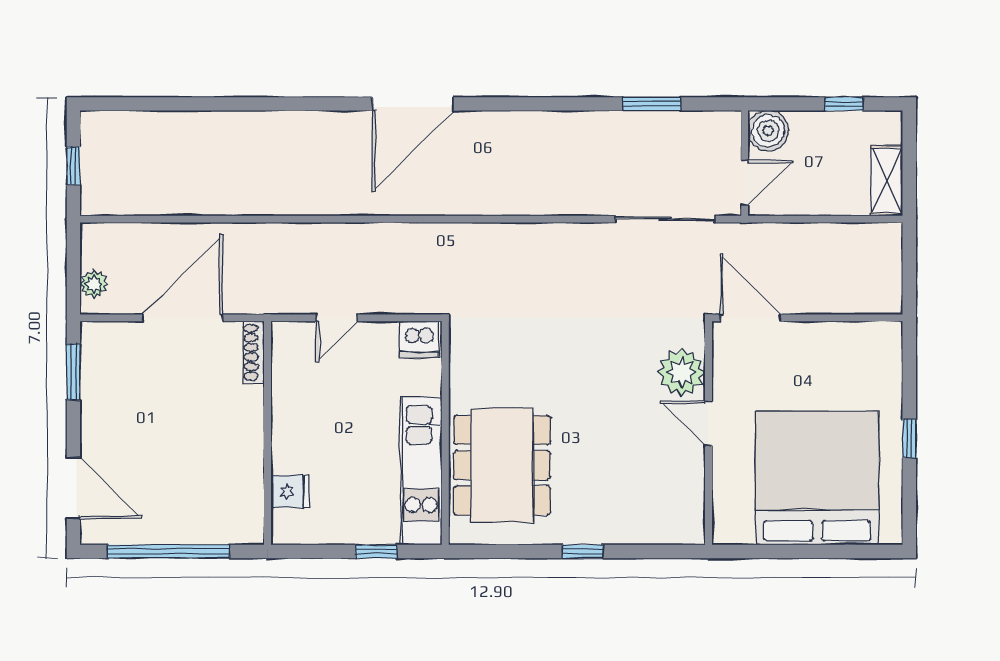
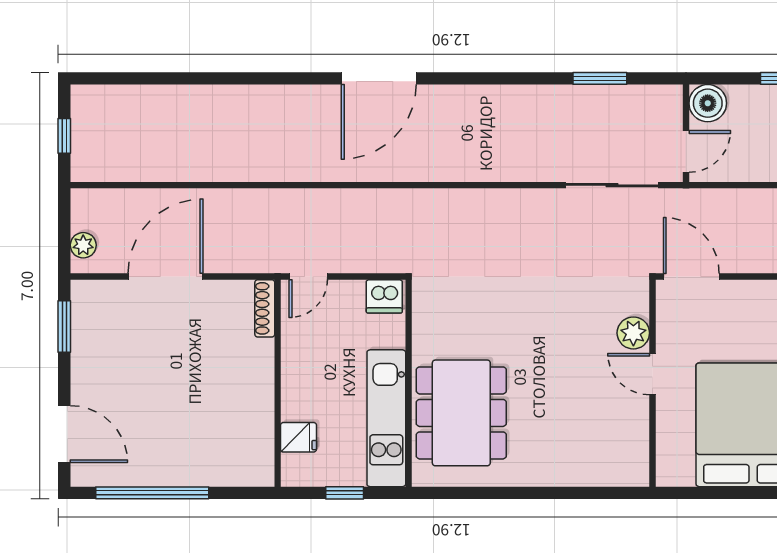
shoe rack: (254, 352) -> (265, 308), moved
plant: (681, 372) -> (633, 333), width x0.73, depth x0.73
wall: (268, 433) -> (278, 383), moved
fridge: (290, 491) -> (299, 437), moved
window: (583, 551) -> (536, 493), removed

